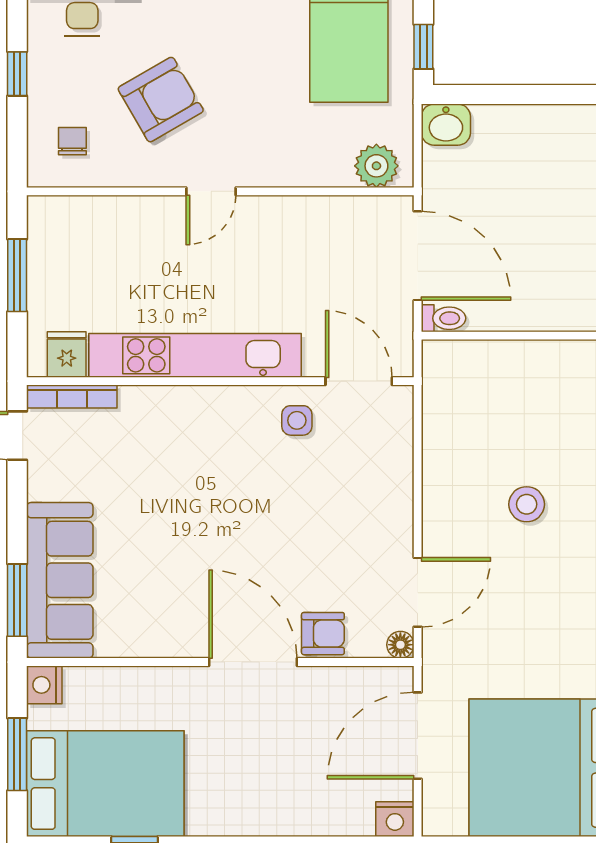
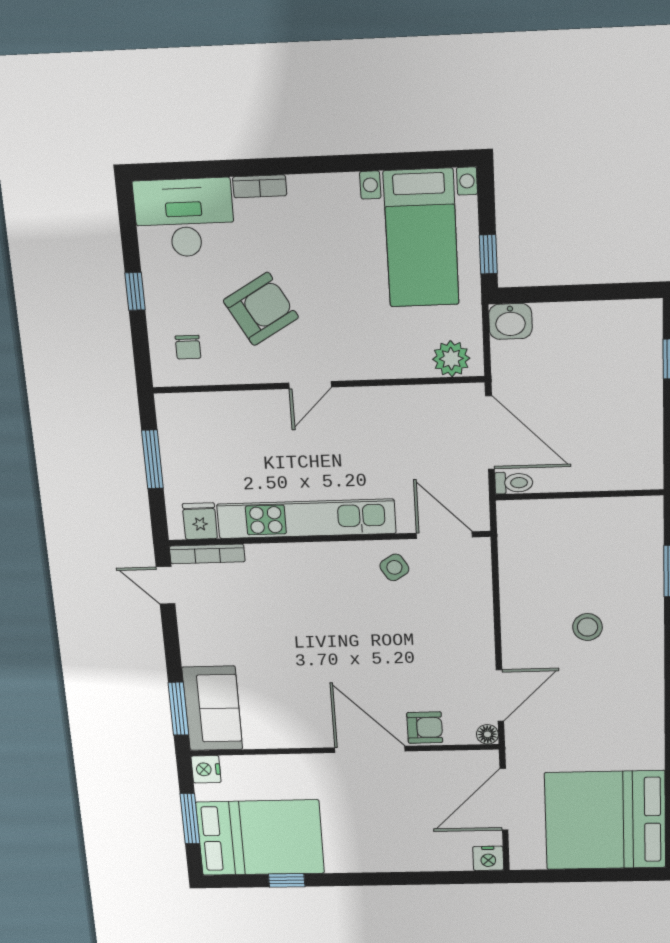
chair: (72, 141) -> (188, 347), turned 180
side table: (297, 420) -> (394, 567), turned -32
sofa: (60, 580) -> (212, 708), width x0.73

